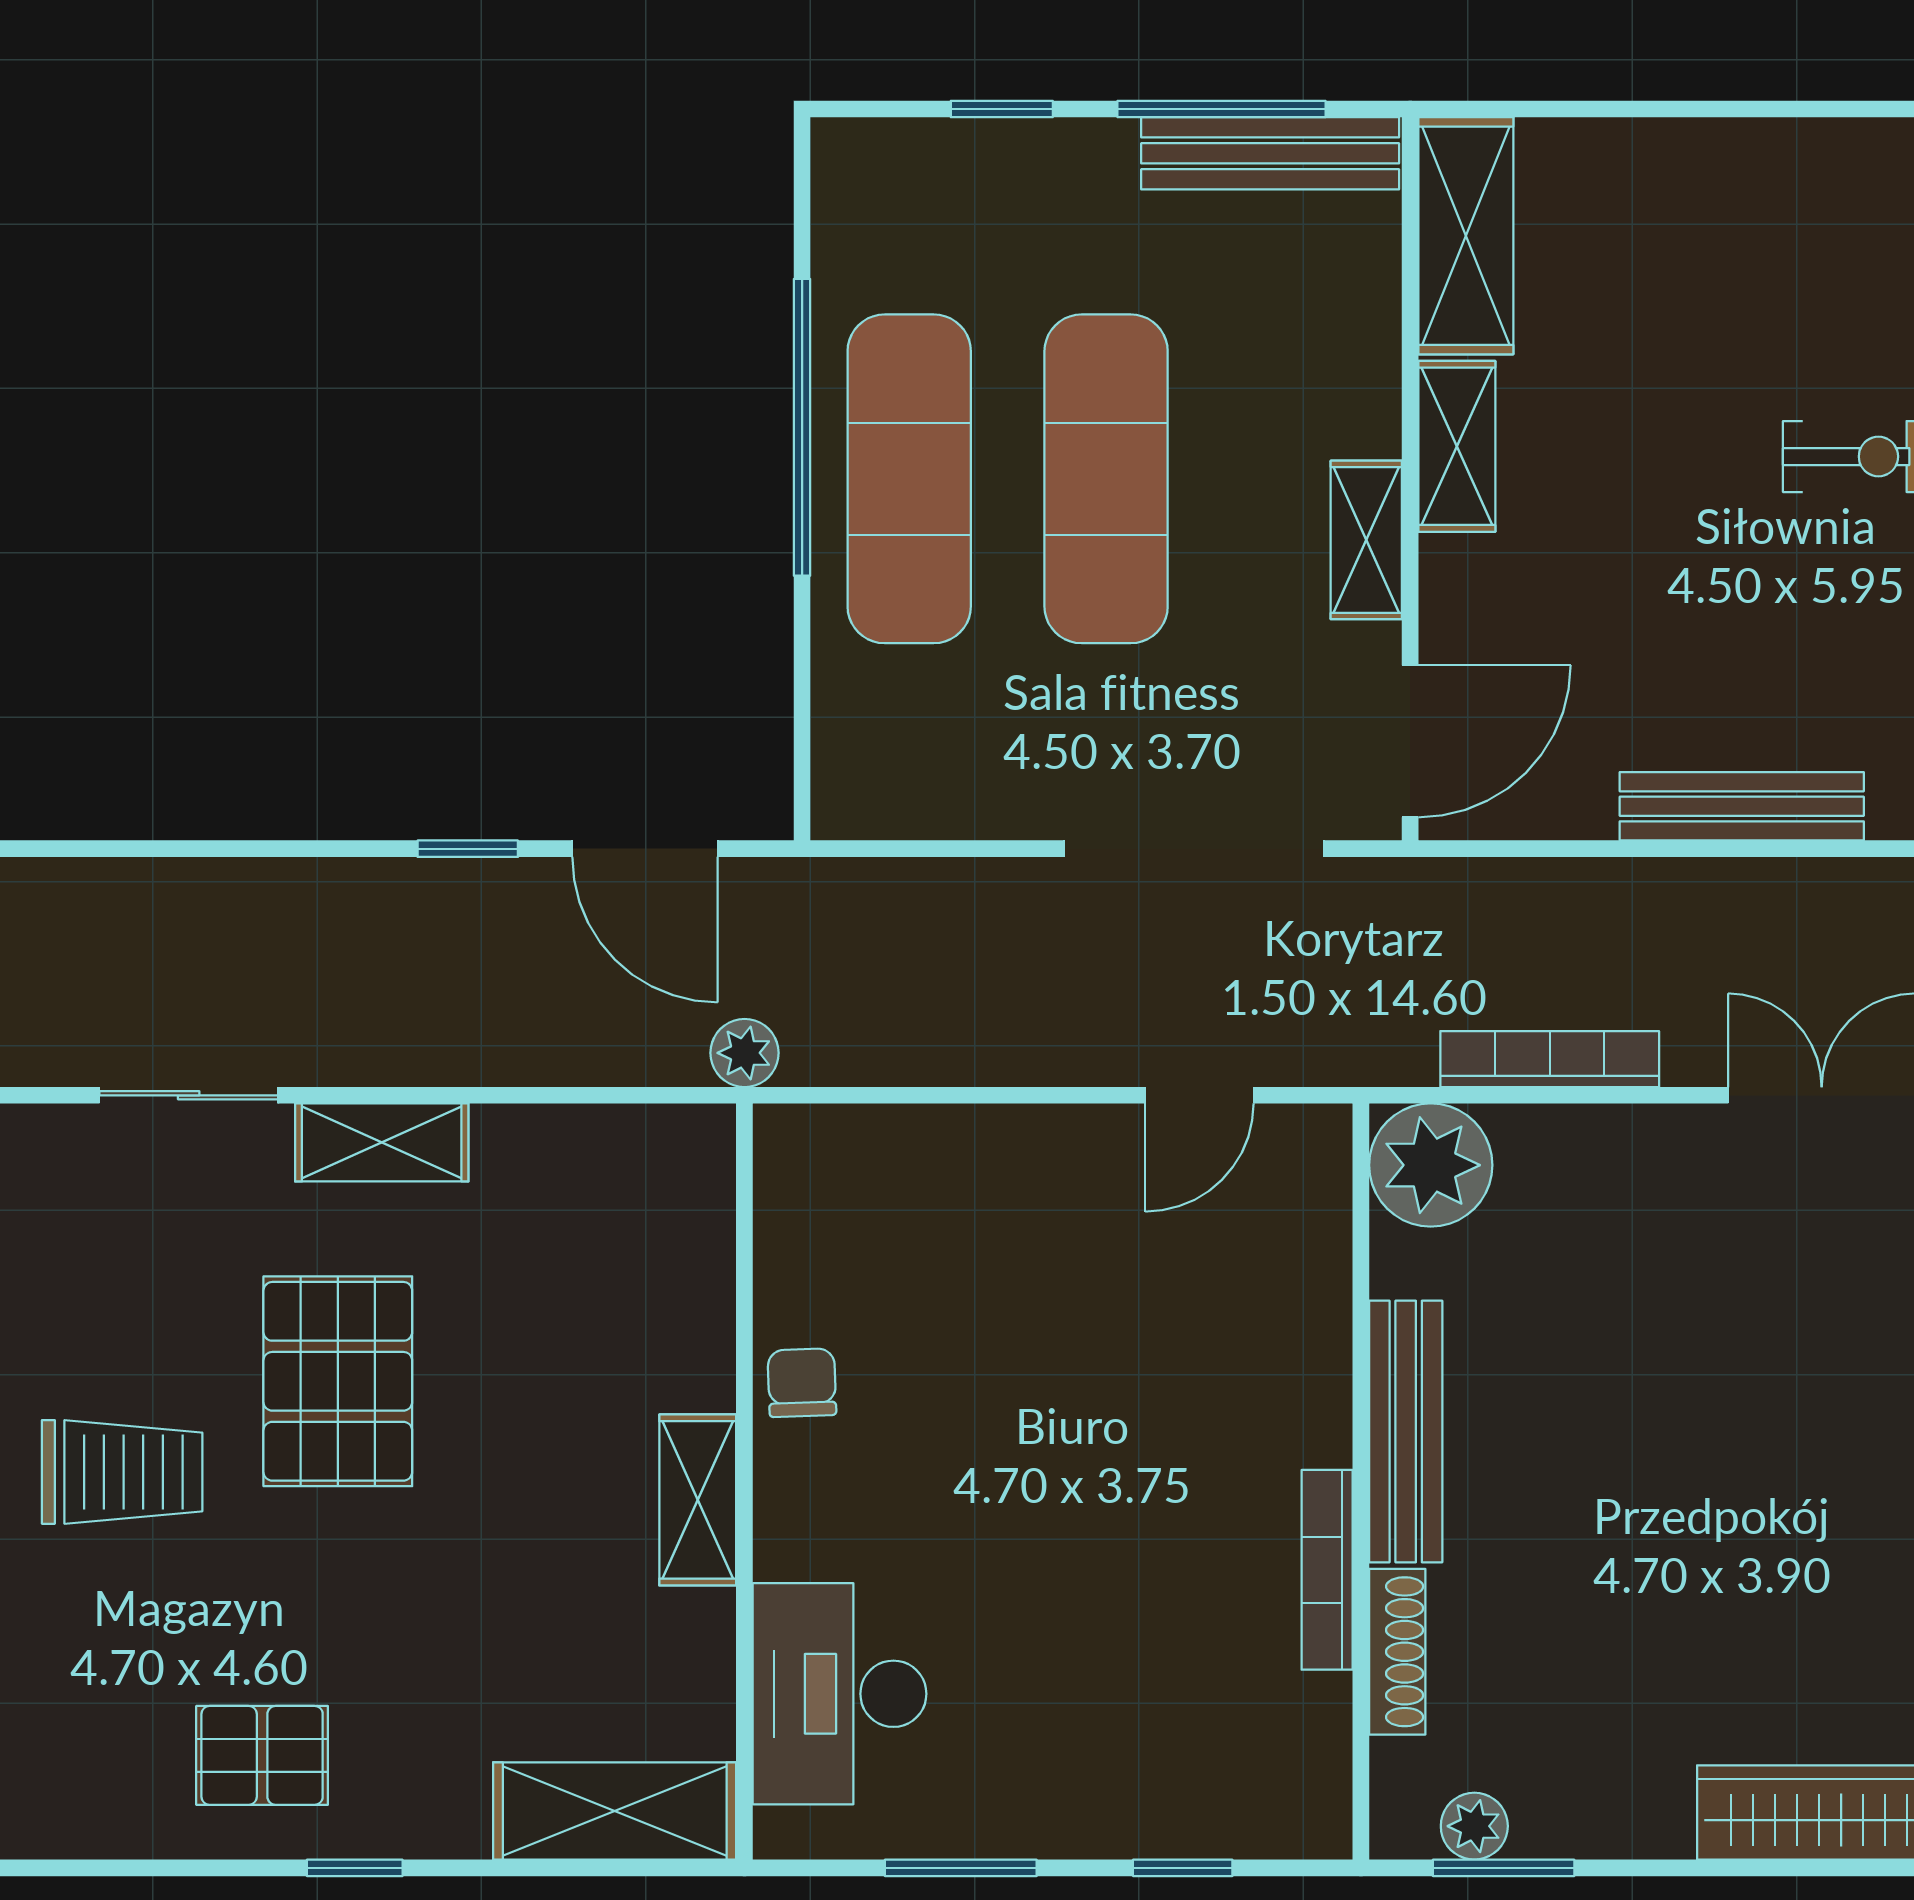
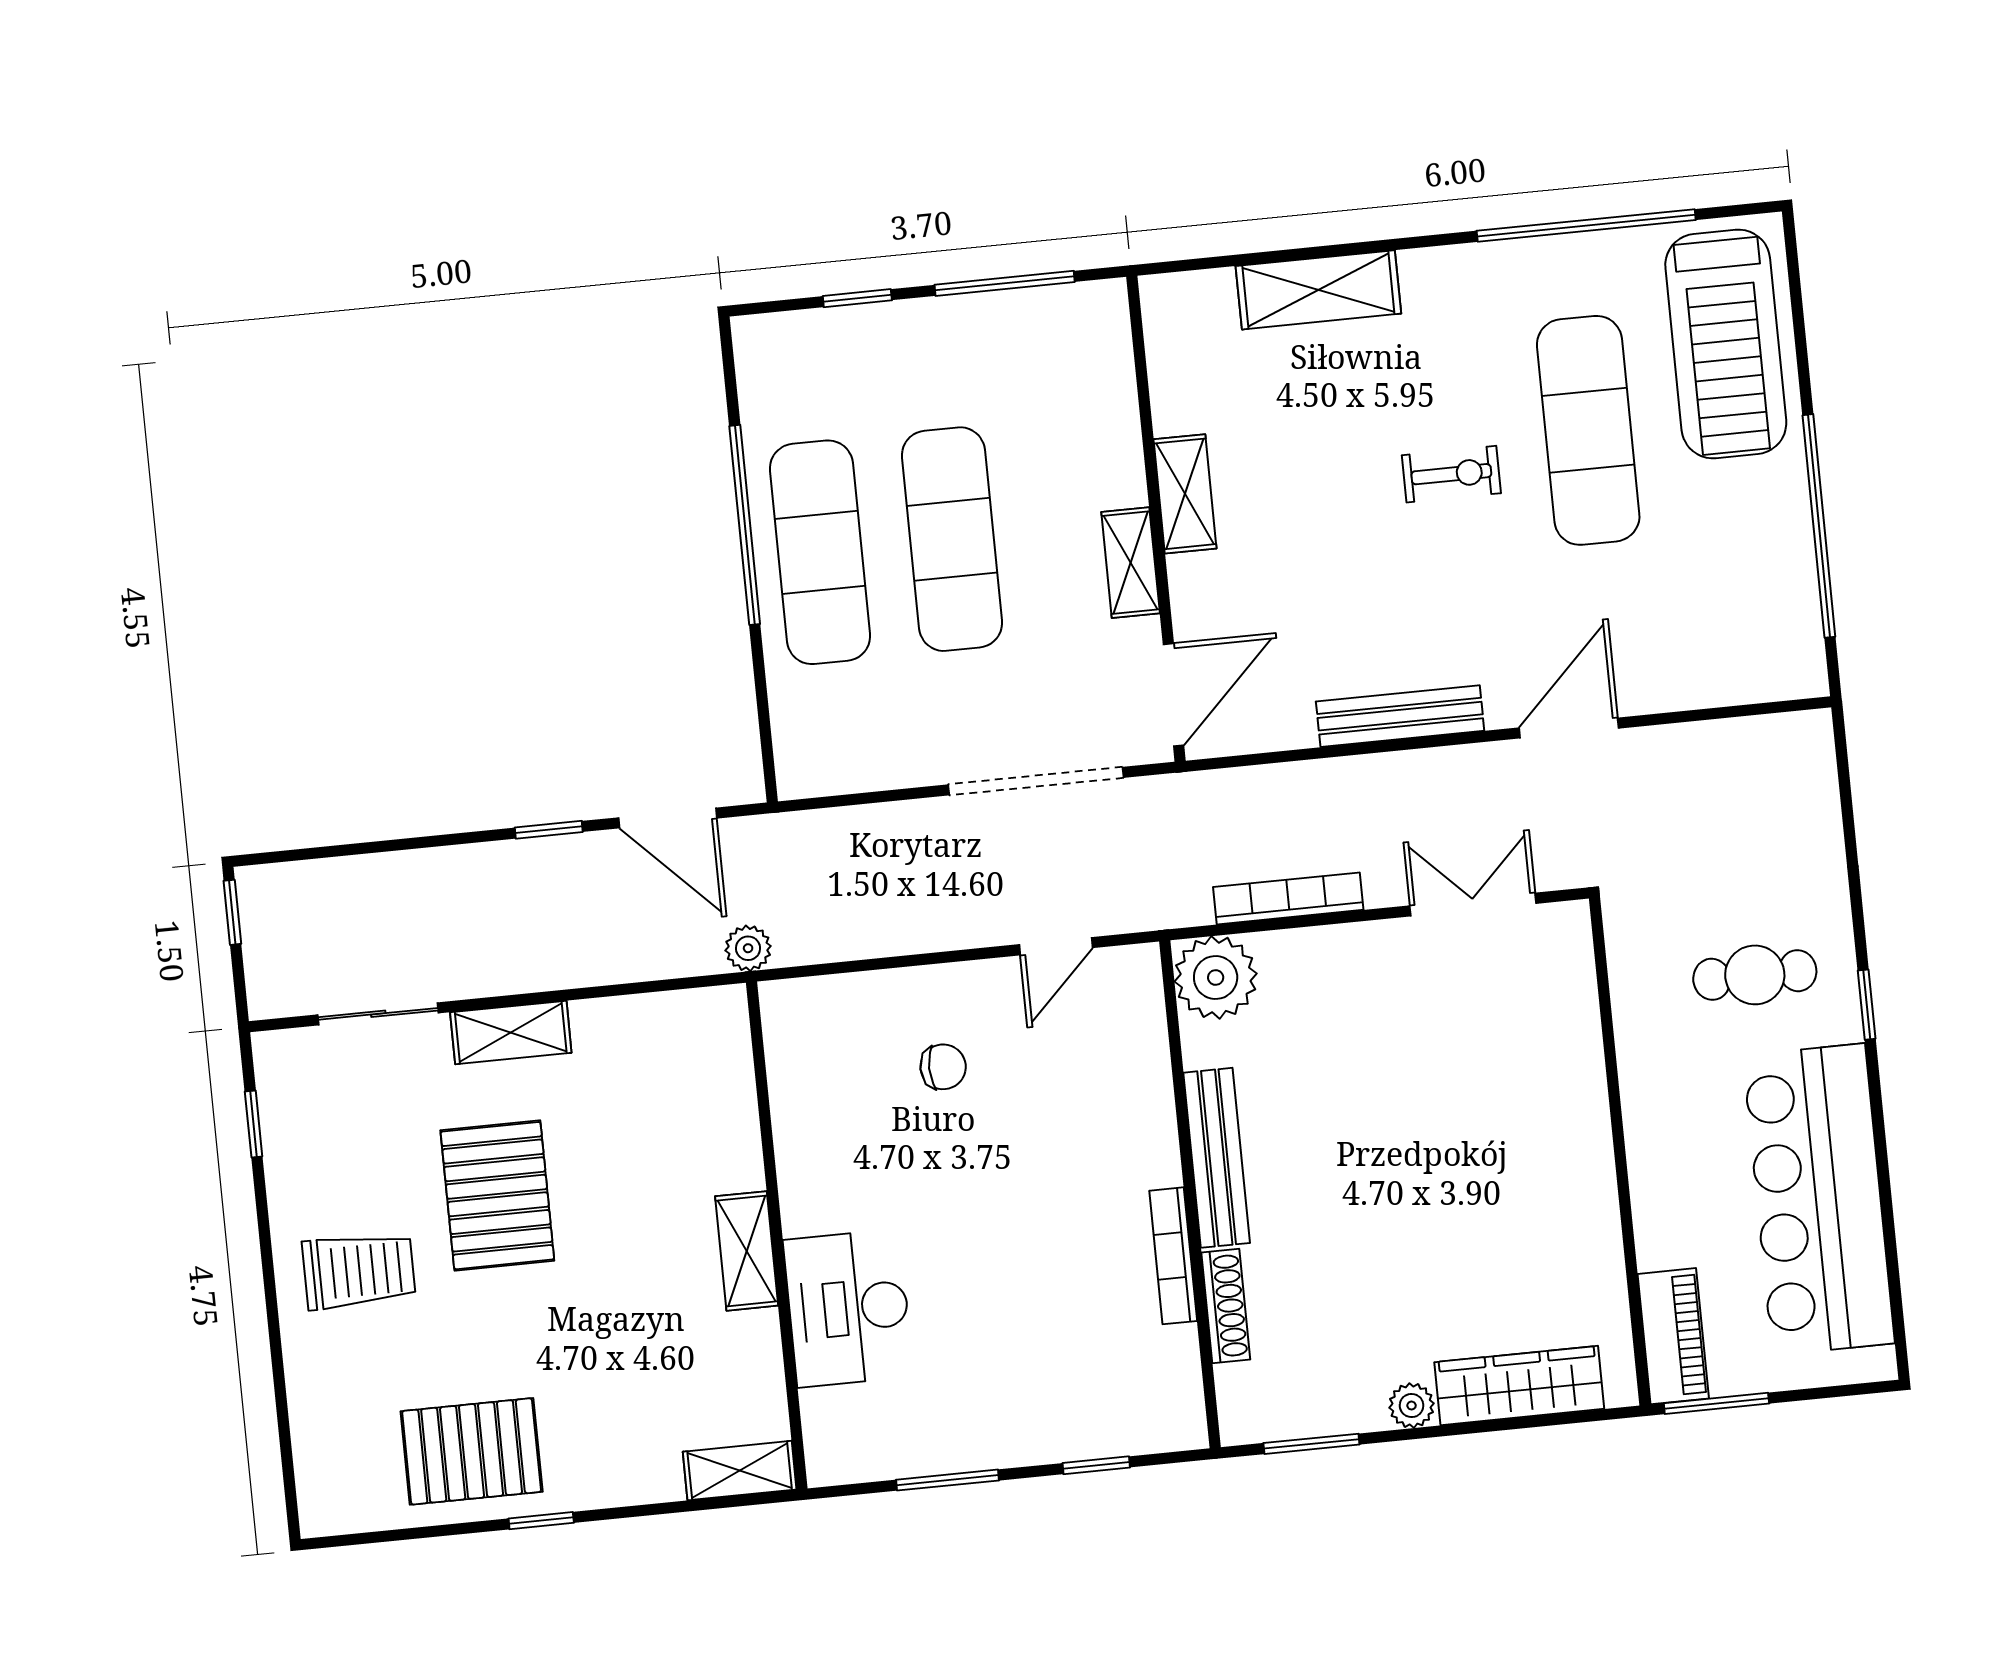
bench: (1270, 153) -> (1040, 310), removed
shelving: (1466, 236) -> (1318, 290), moved, turned 90
chair: (802, 1383) -> (943, 1067), moved, turned 92
desk: (840, 1694) -> (848, 1308), moved
pallet: (262, 1755) -> (472, 1451), width x1.50, depth x1.42
shelving: (615, 1811) -> (740, 1471), width x0.67, depth x0.75
plant: (1474, 1826) -> (1412, 1406), moved

